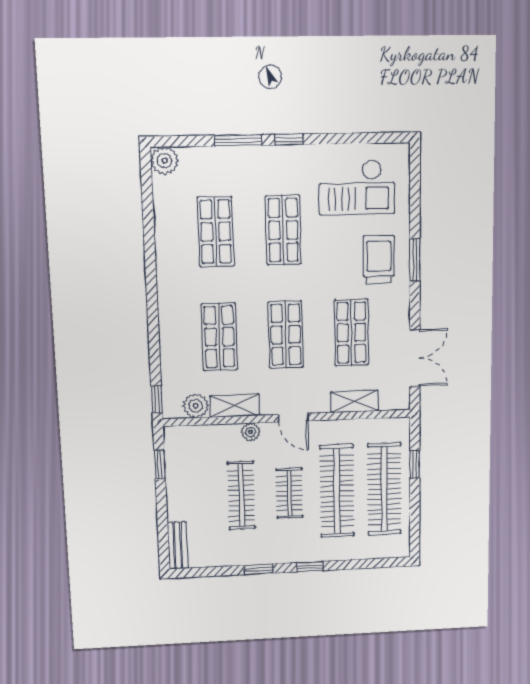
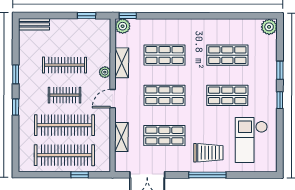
window: (238, 140) -> (280, 70), width x0.67
window: (415, 260) -> (207, 175), width x1.44
plant: (196, 406) -> (123, 26), moved

